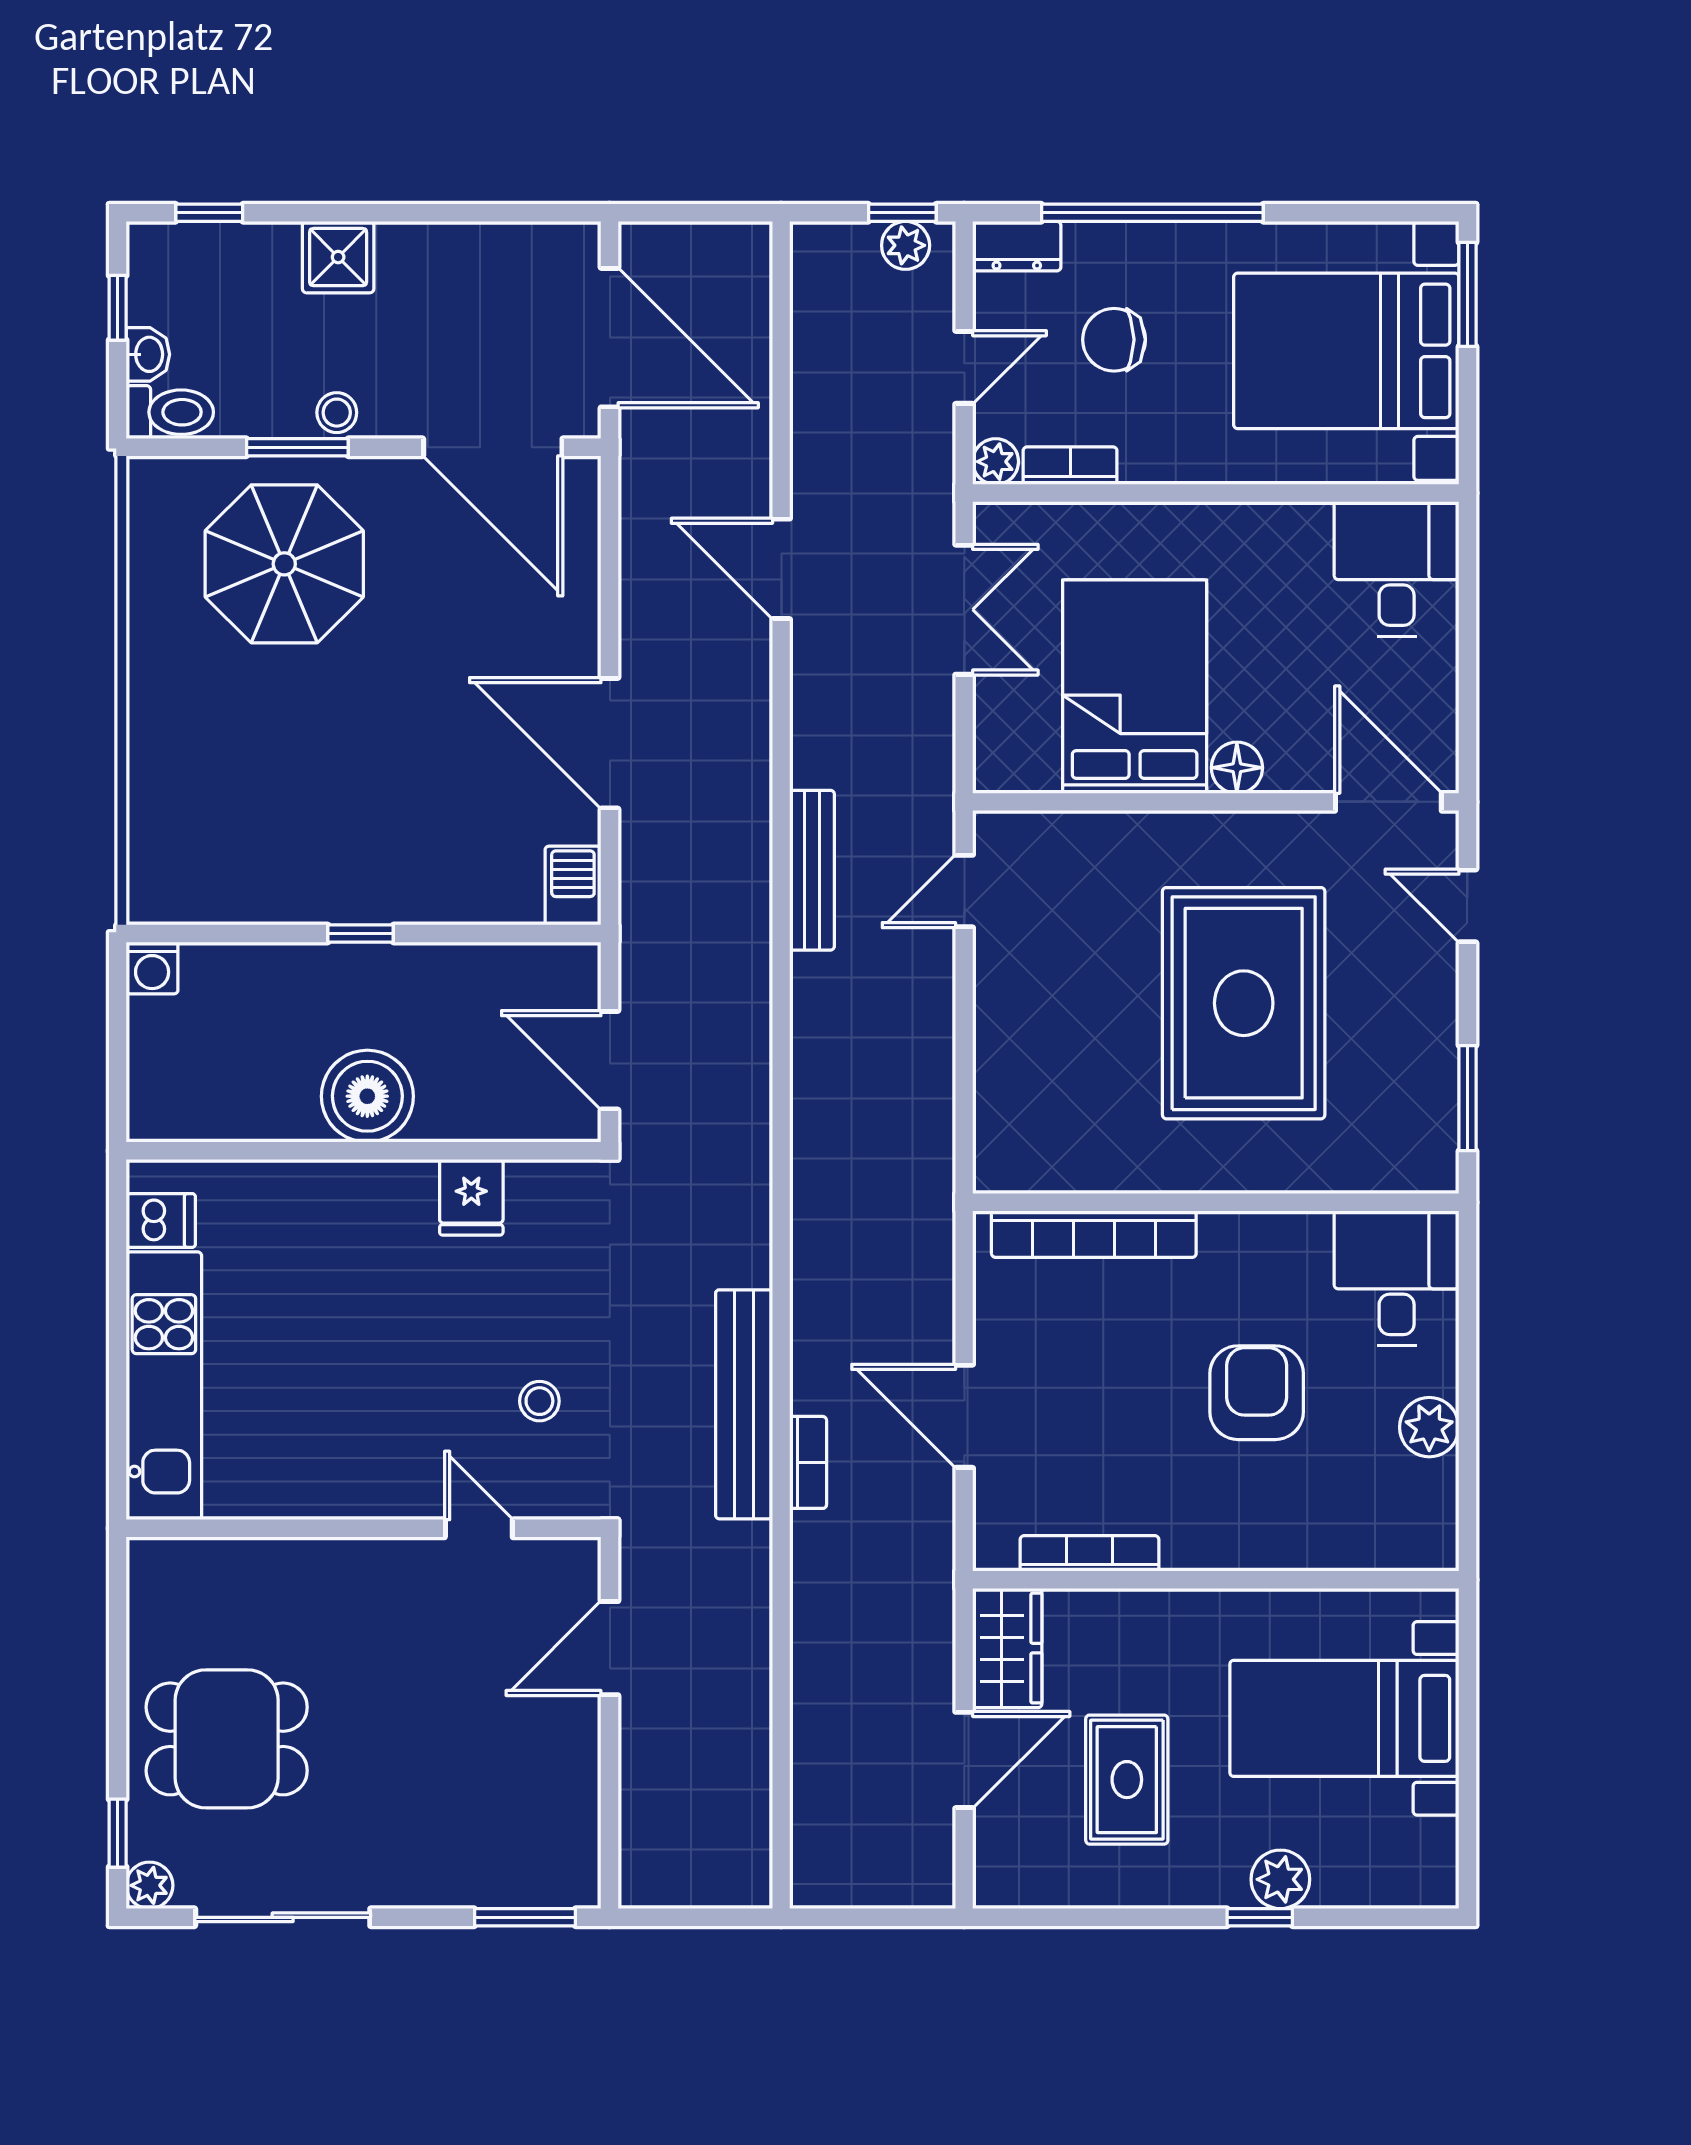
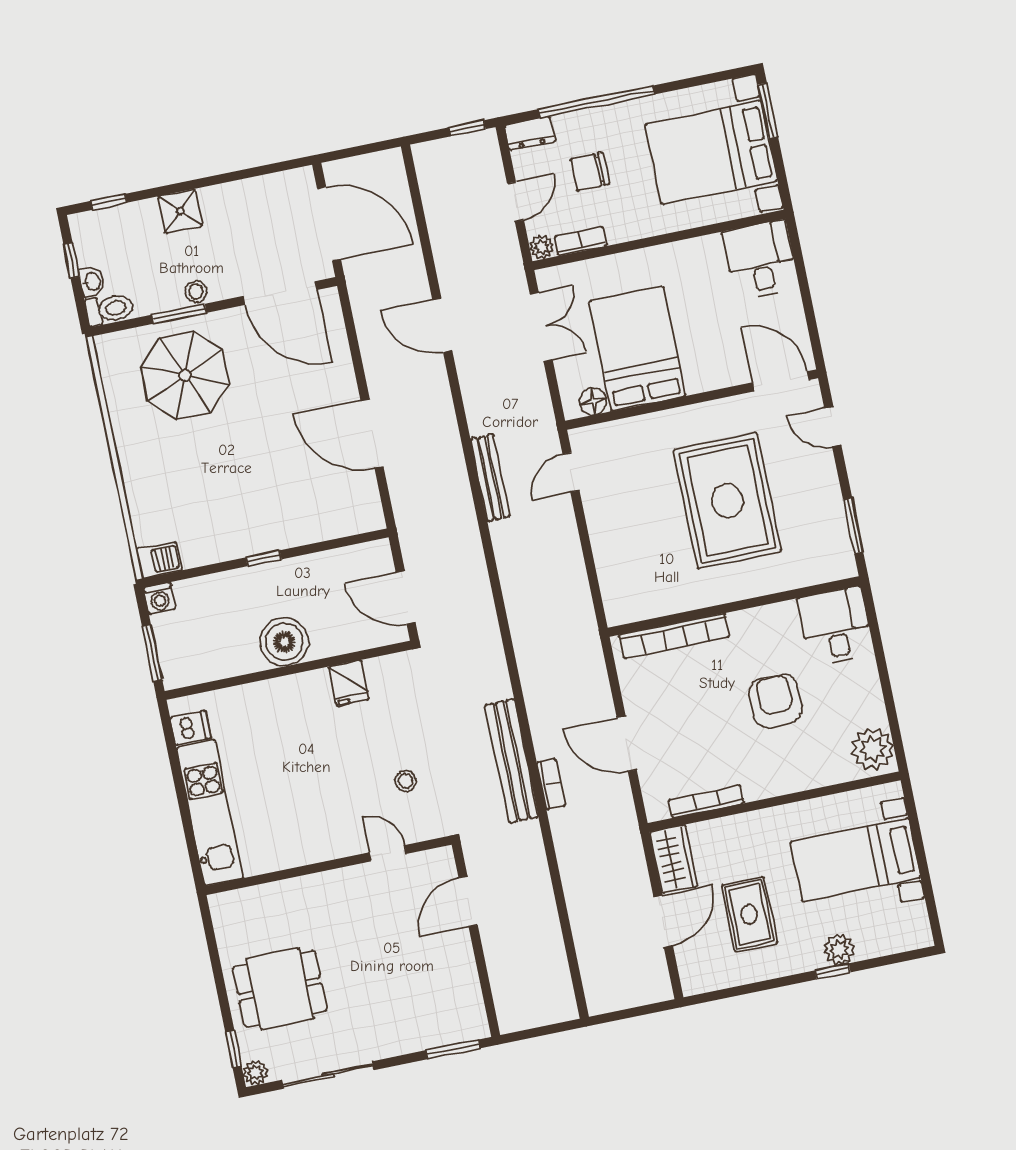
plant: (906, 245) -> (472, 145), removed
floor lamp: (1237, 768) -> (593, 401), moved
barbecue: (573, 886) -> (159, 560), moved, turned 90
window: (118, 1067) -> (152, 653), added
plant: (1429, 1427) -> (873, 749), moved, width x1.36, depth x1.36

